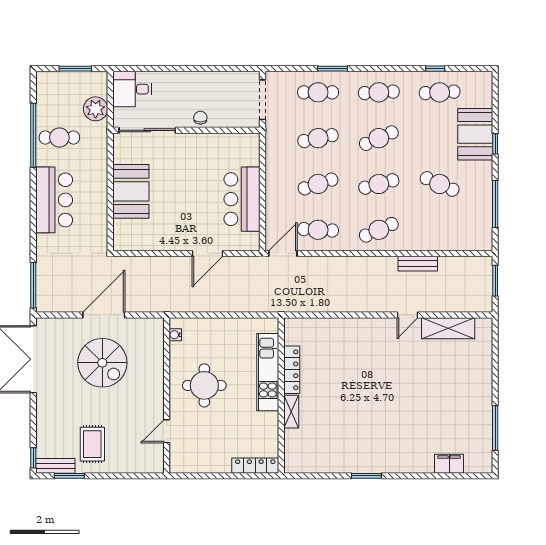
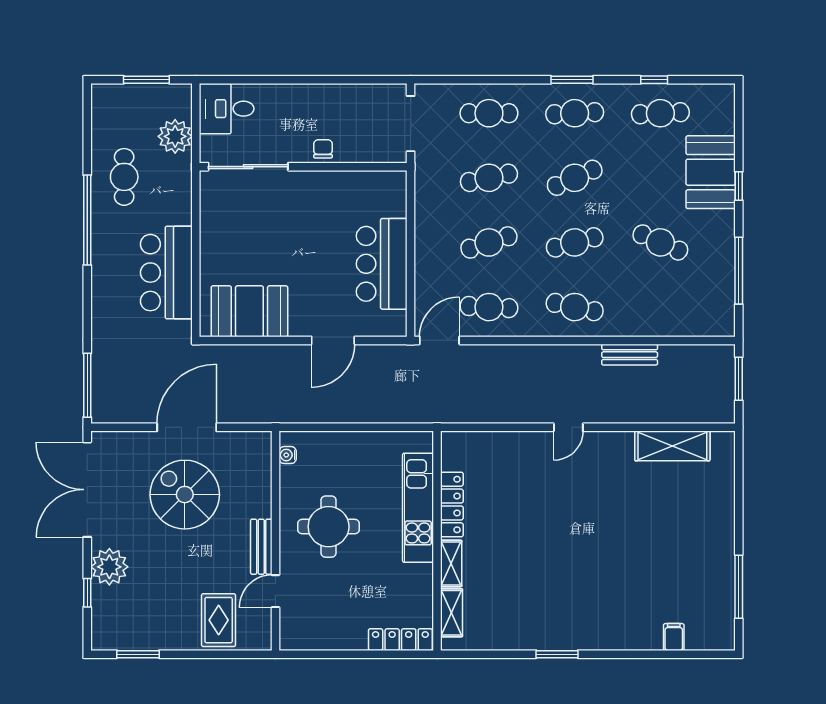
window: (333, 69) -> (572, 80), moved
window: (33, 135) -> (87, 220), moved
cafe table: (59, 138) -> (124, 177), turned 90
booth: (131, 191) -> (249, 311), moved, turned 90
bar counter: (54, 200) -> (166, 273), moved, turned 180
cafe table: (379, 230) -> (575, 307), turned 36
door: (408, 315) -> (568, 427), moved
spiral stairs: (102, 363) -> (185, 495), turned 180
plant: (49, 414) -> (109, 567), added
rug: (92, 444) -> (219, 620), moved
shelving: (292, 447) -> (452, 613), added
window: (33, 458) -> (87, 593), moved
filing cabinet: (449, 464) -> (674, 637), width x0.50
bench: (55, 466) -> (261, 547), moved, turned 90

